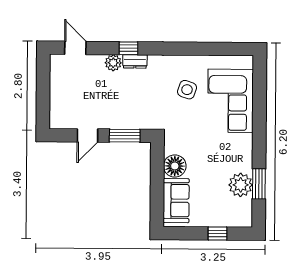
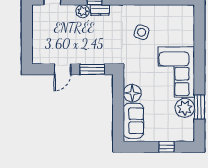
corner sofa: (231, 101) -> (176, 72), moved

